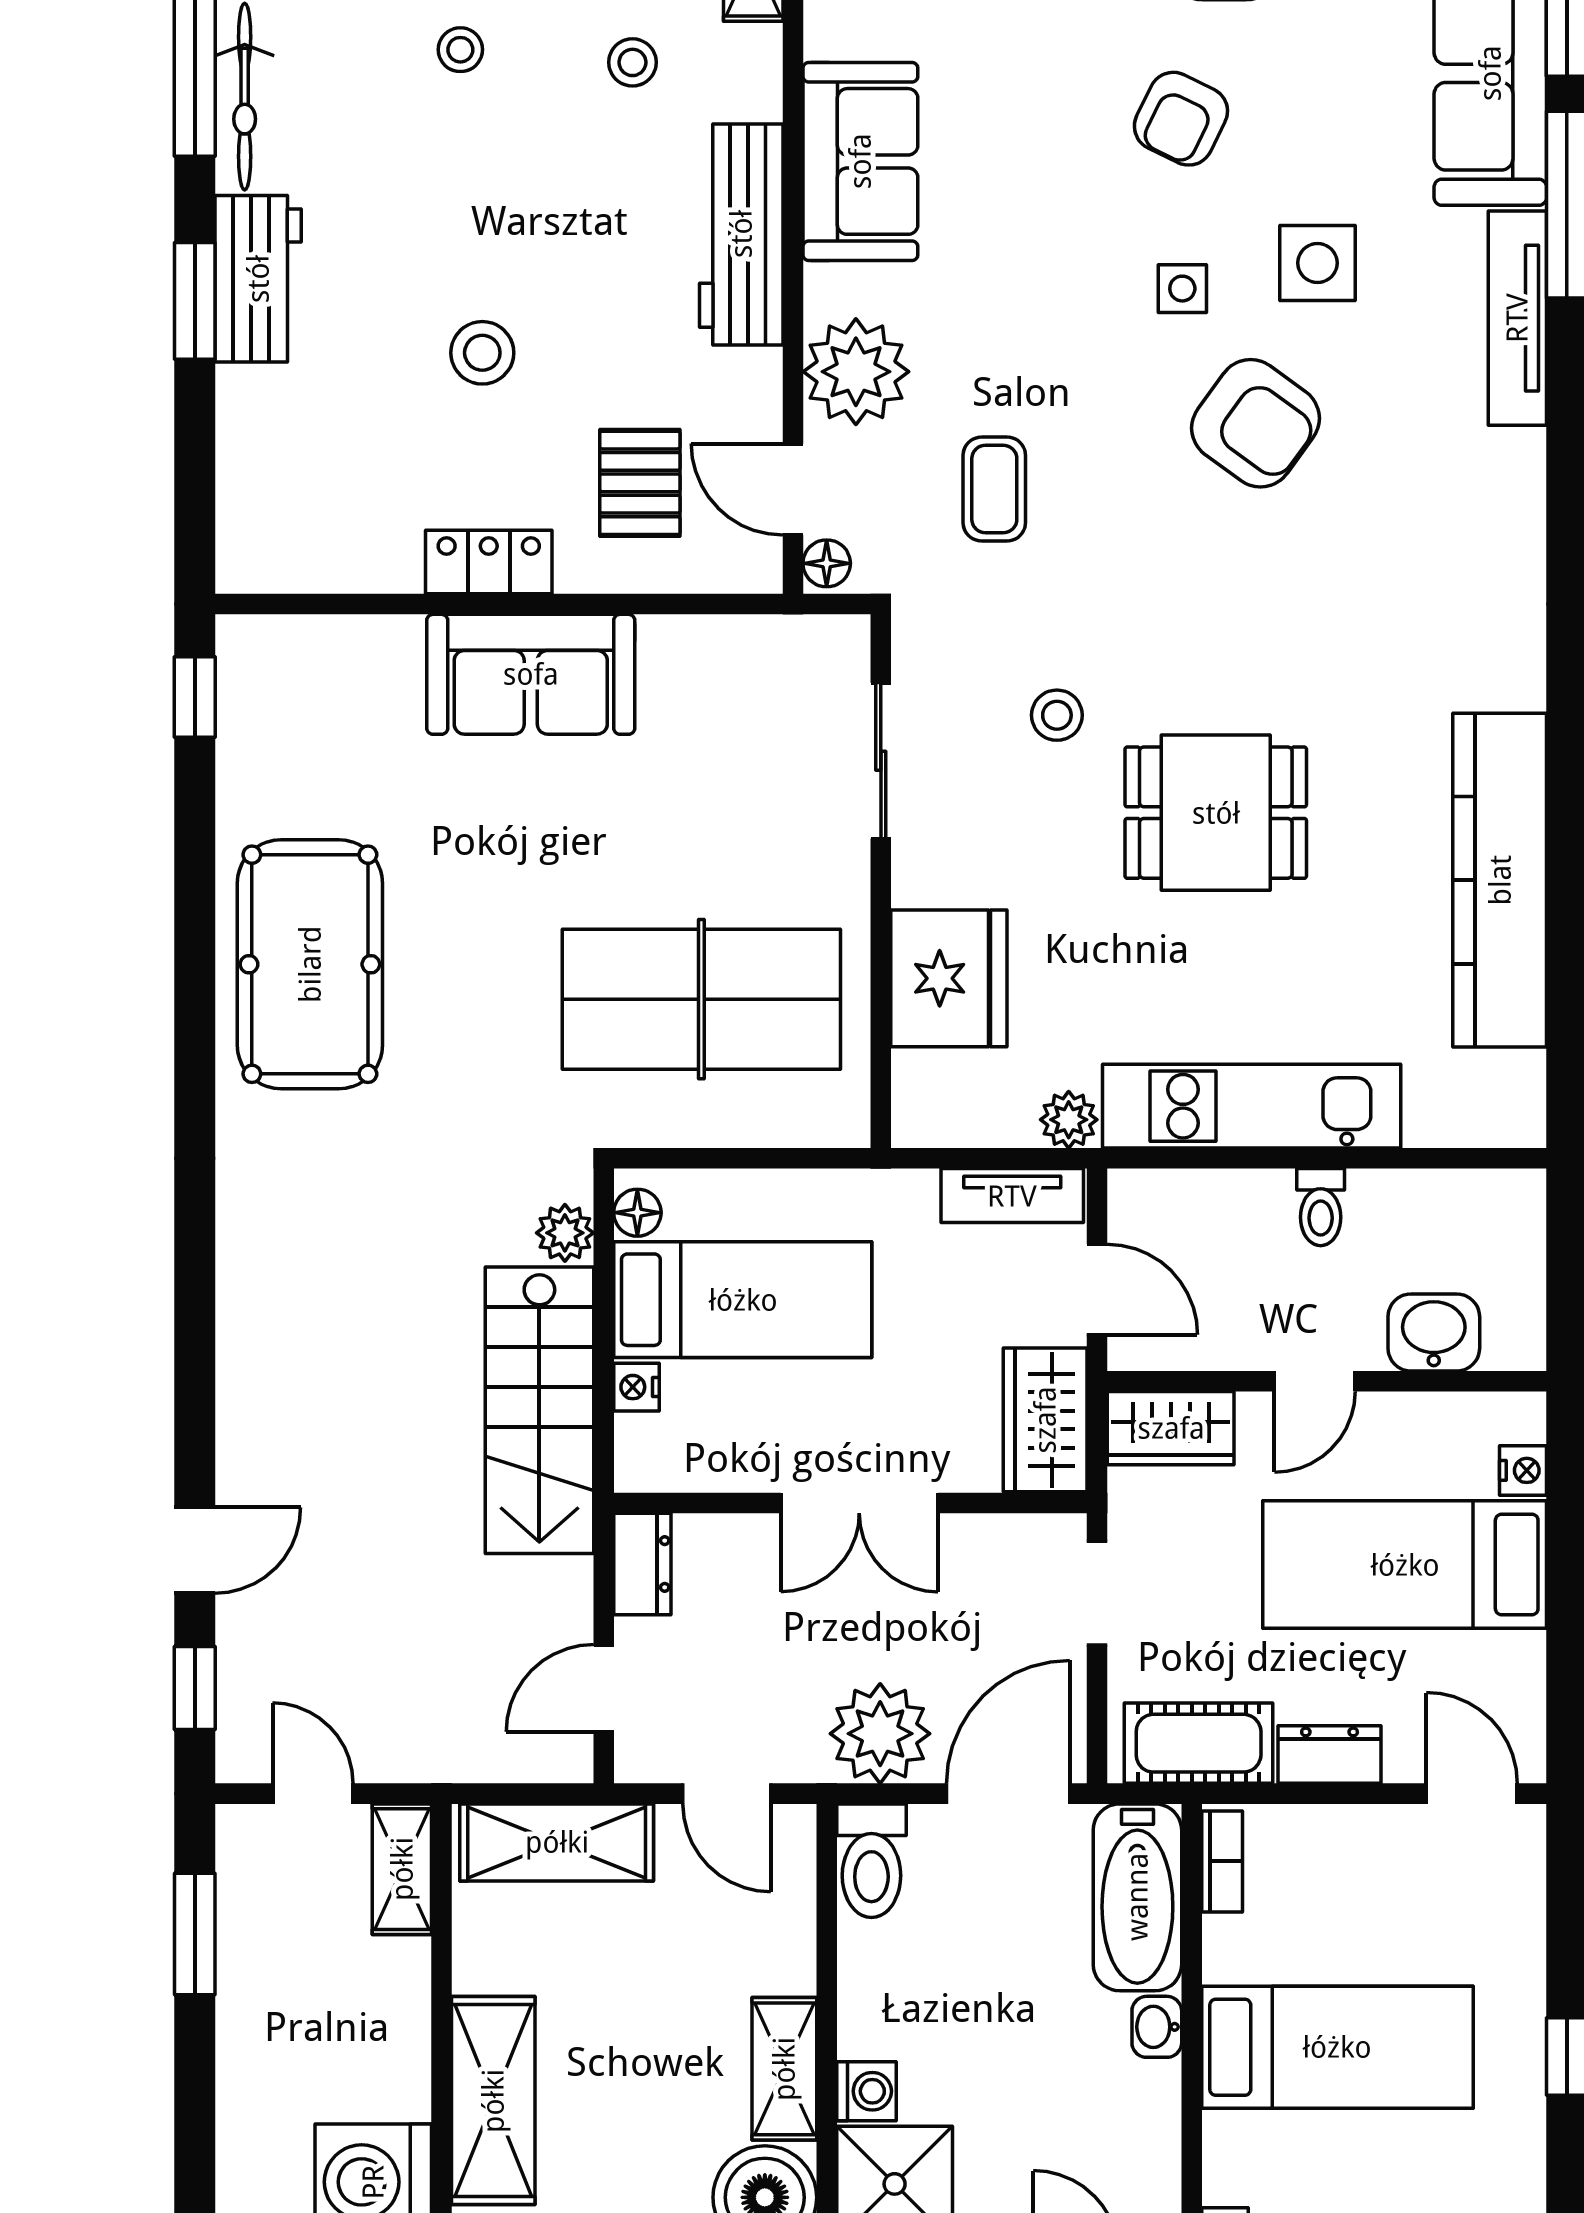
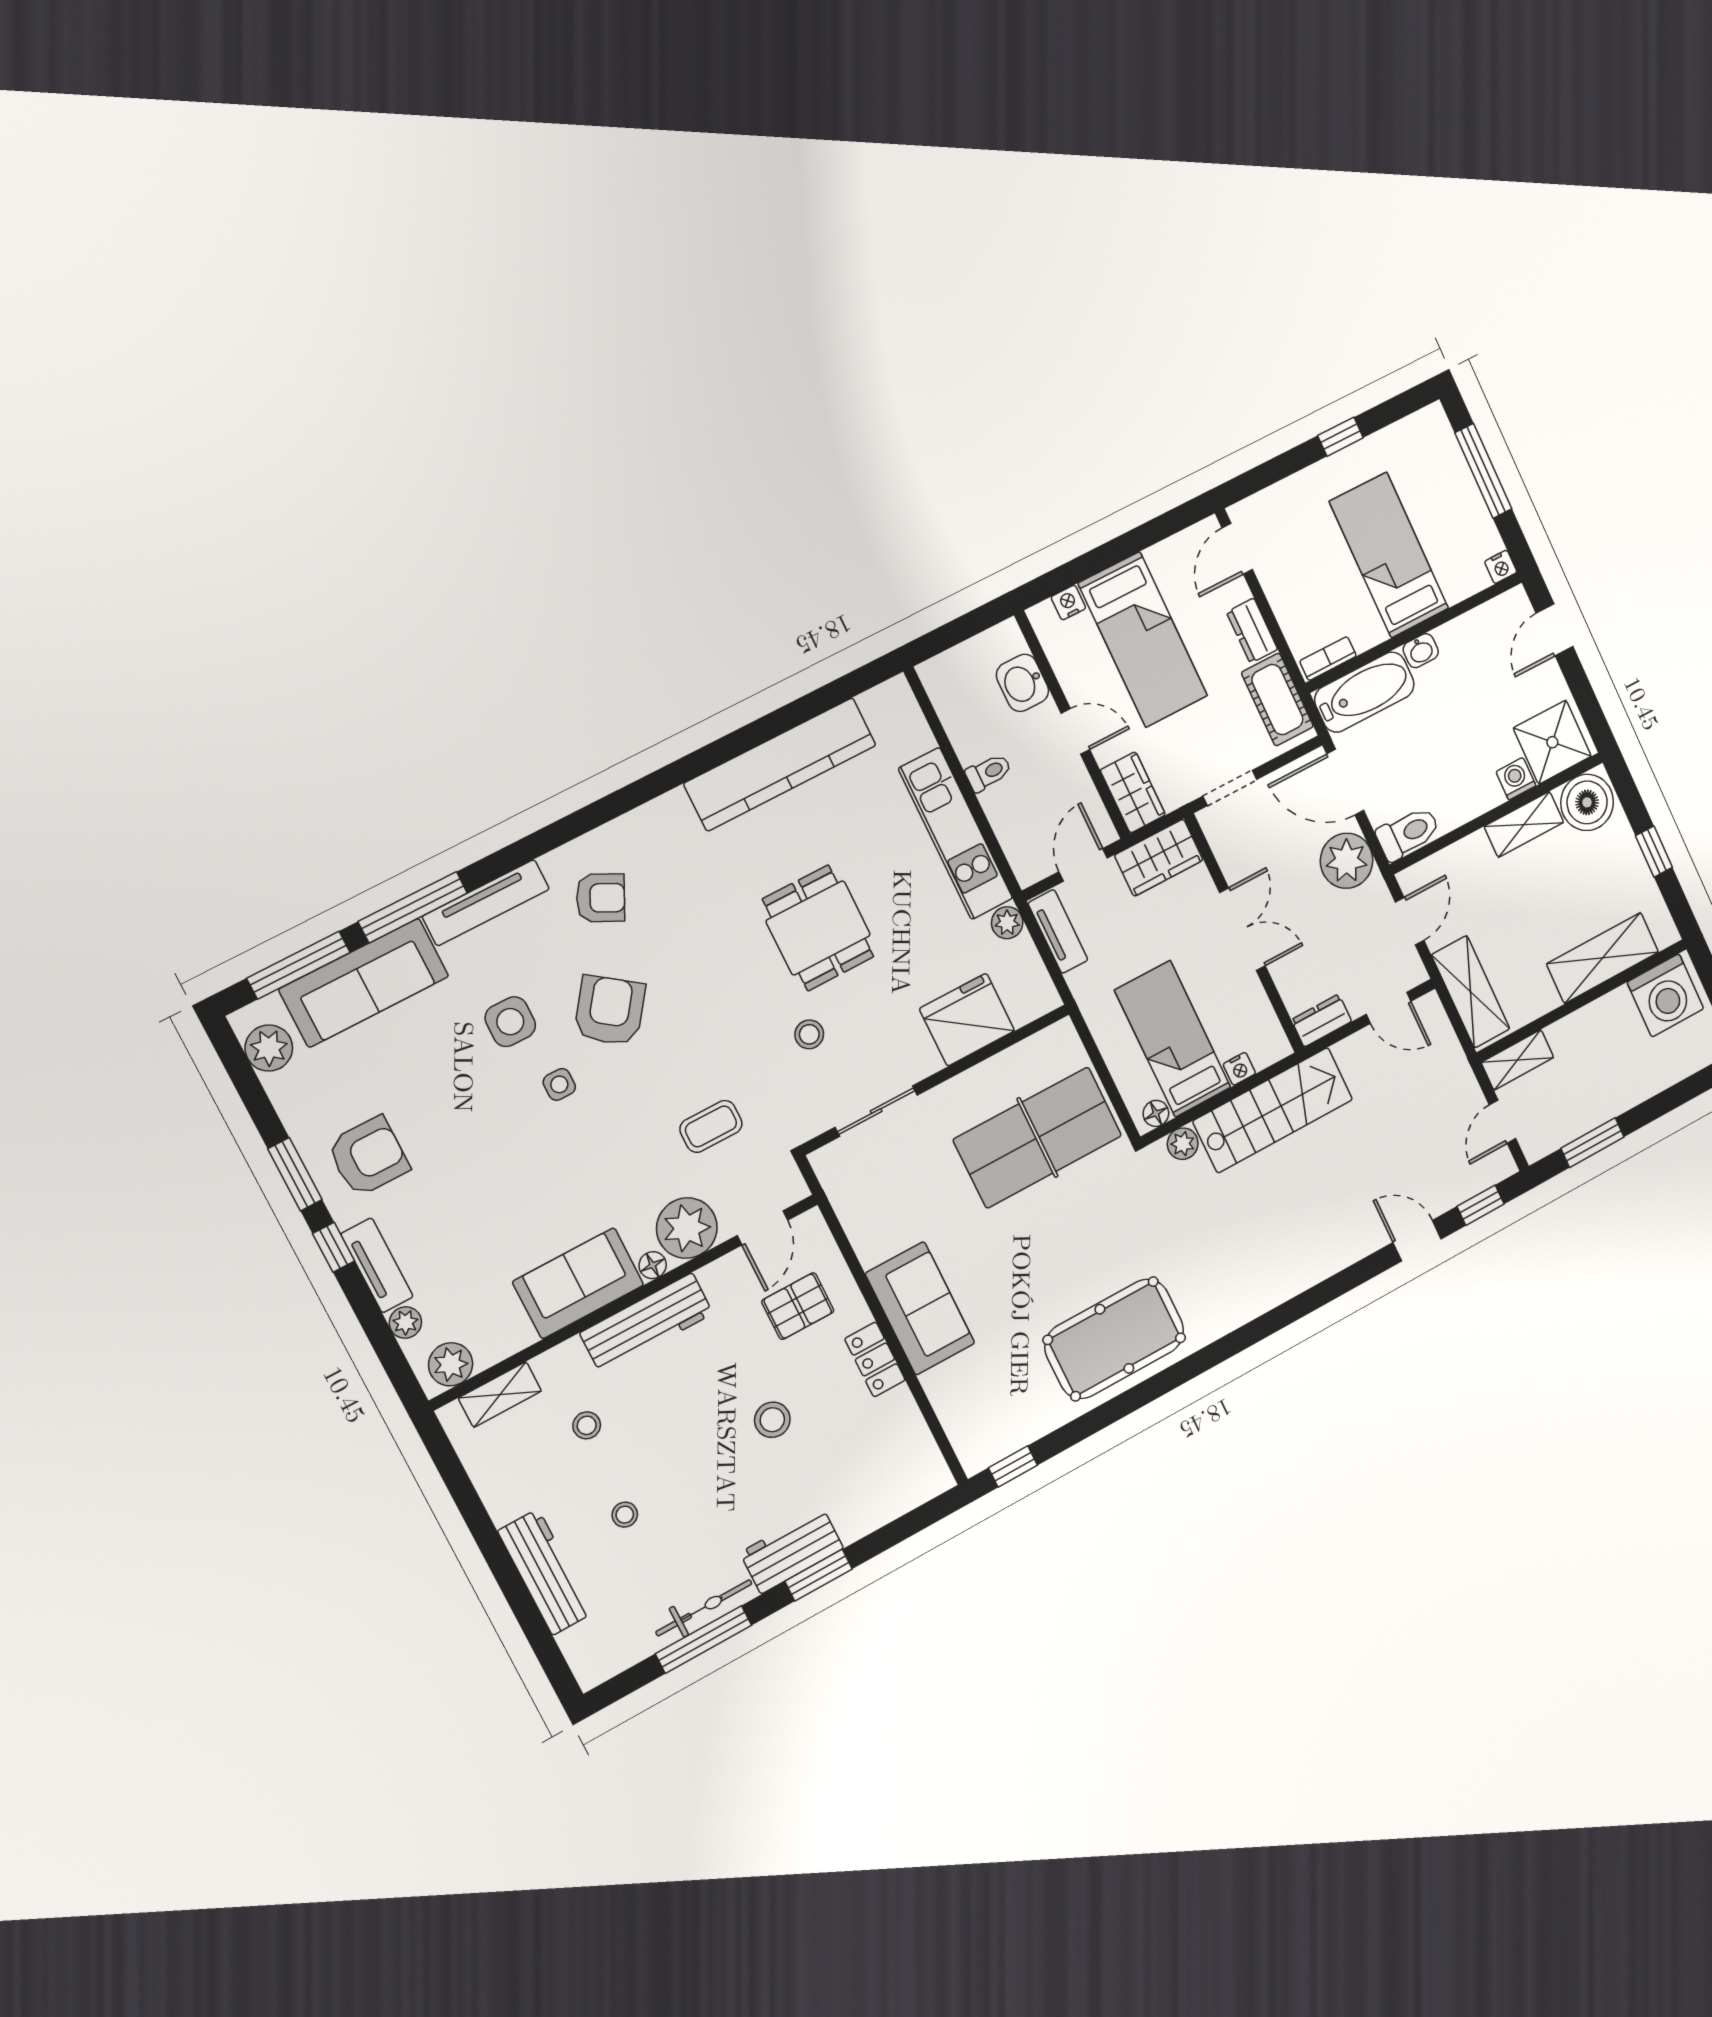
armchair: (1181, 119) -> (601, 898), moved
floor lamp: (827, 563) -> (653, 1265), moved
table tennis table: (701, 999) -> (1037, 1138), turned 90

